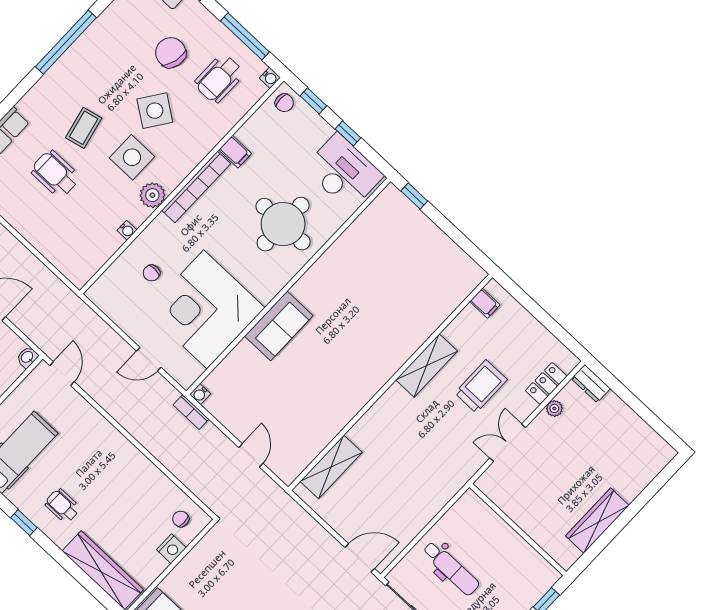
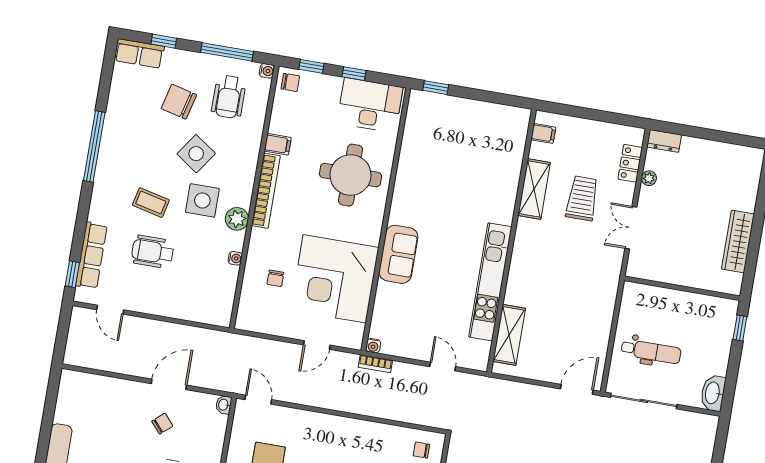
coffee table: (84, 128) -> (151, 203), turned -64
shelving: (427, 365) -> (534, 189), moved
kitchen unit: (346, 407) -> (490, 282), added

